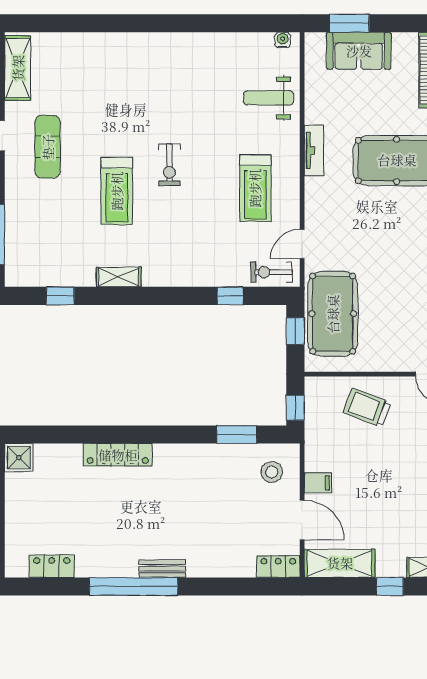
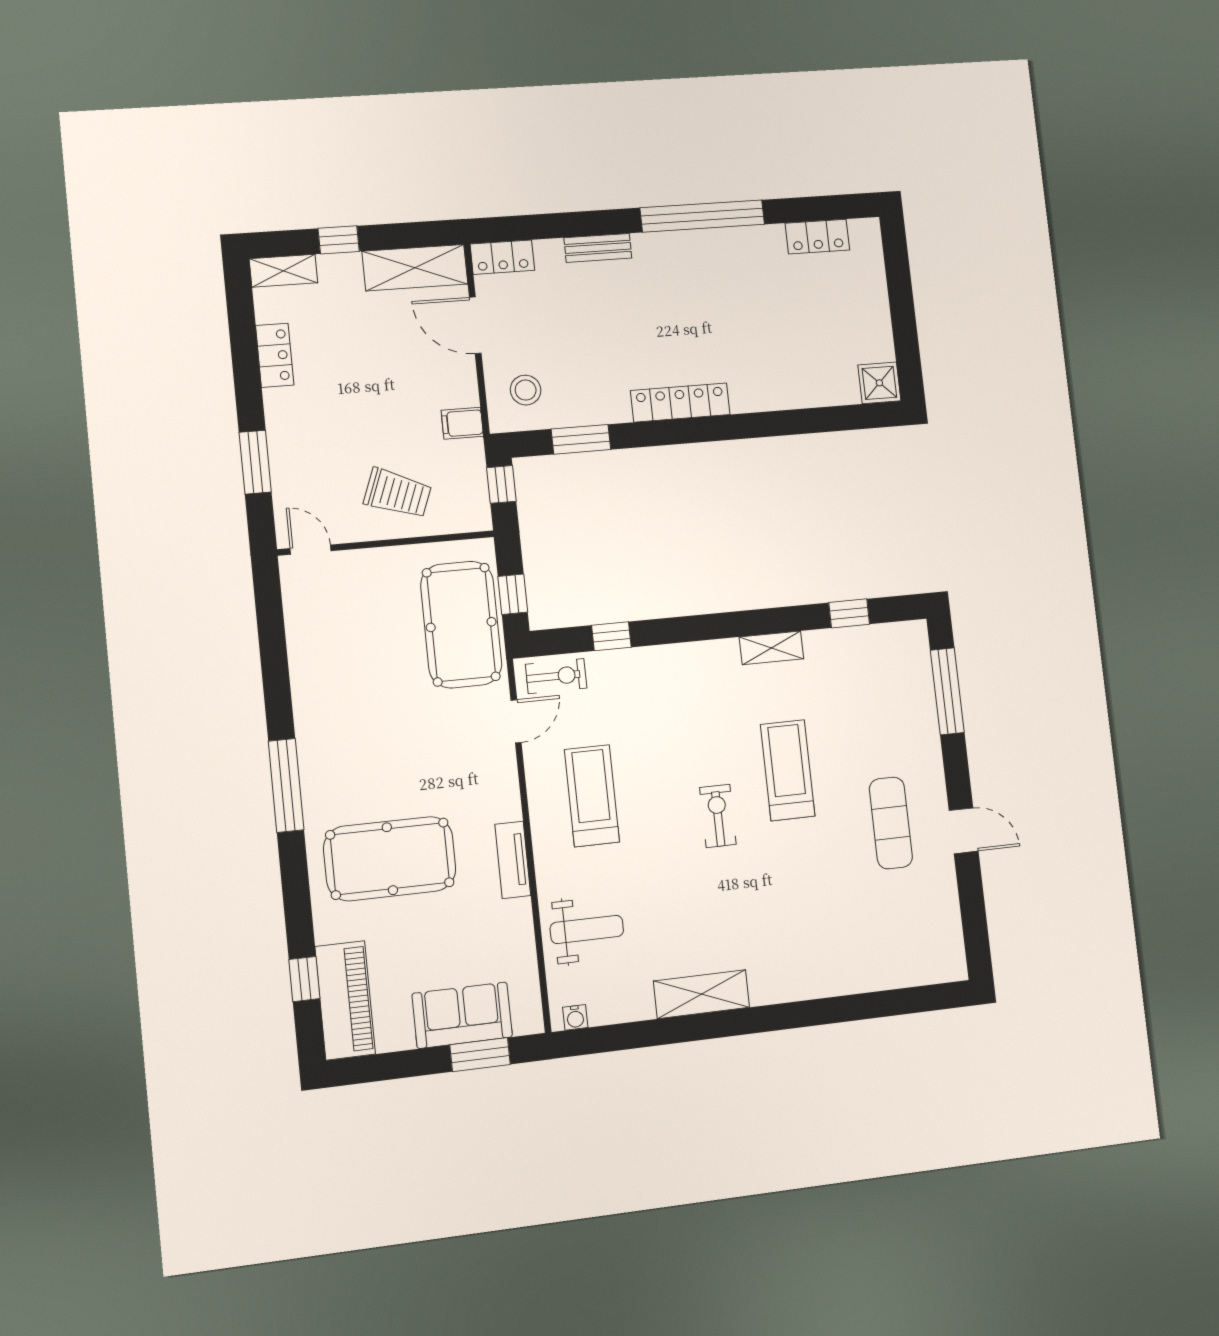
shelving: (18, 68) -> (701, 994), moved, turned 90
locker: (118, 455) -> (680, 402), moved
filing cabinet: (318, 483) -> (462, 423), moved
bench: (162, 569) -> (598, 248), moved

